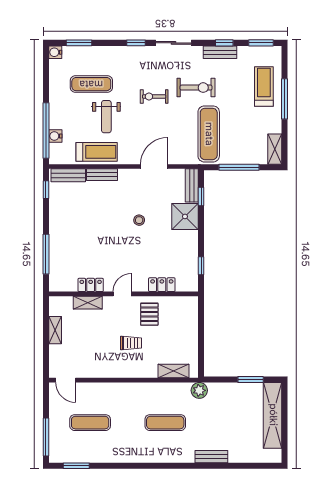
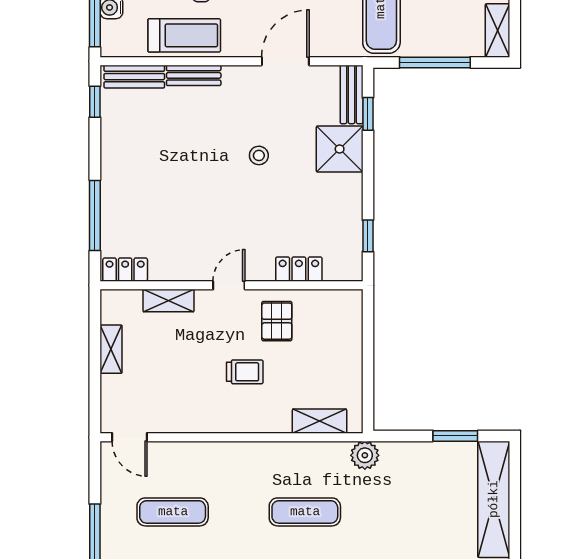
locker: (91, 285) -> (125, 270), moved

